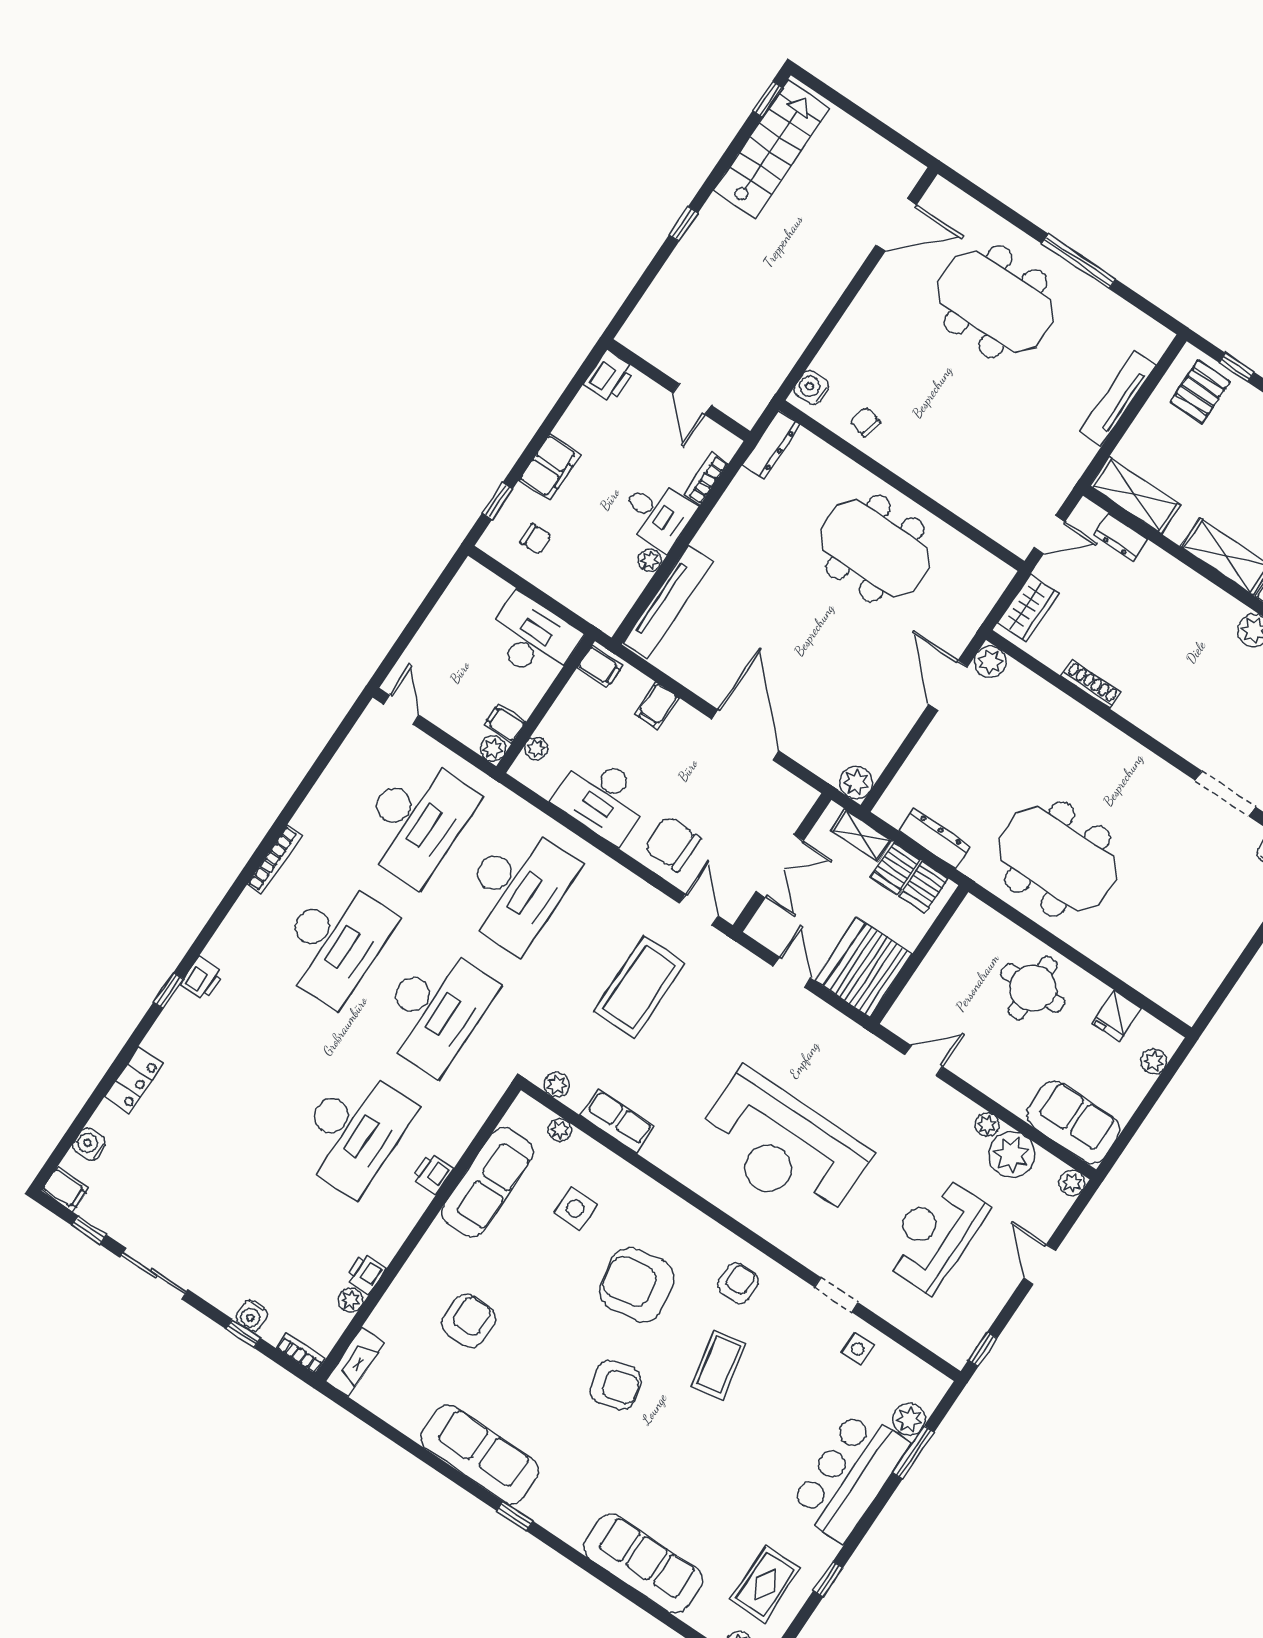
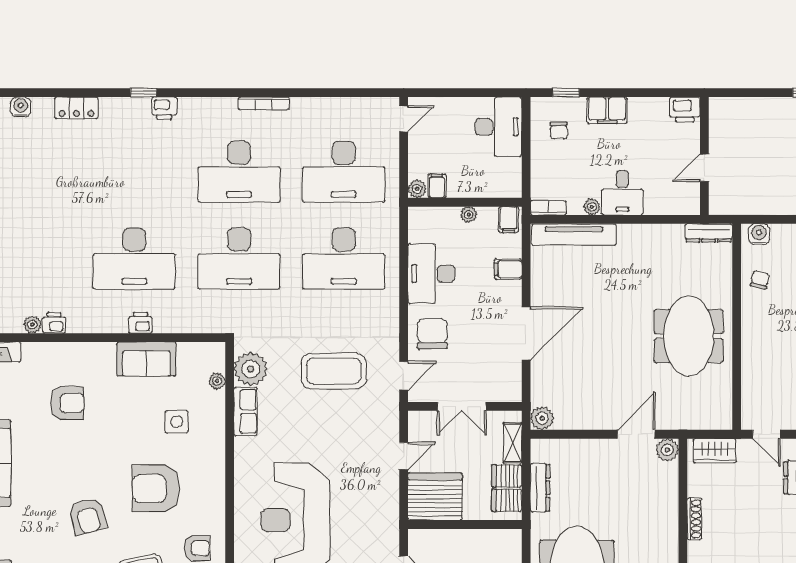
bookcase: (706, 479) -> (548, 208), moved
desk: (532, 638) -> (498, 127), moved
plant: (536, 748) -> (469, 215), moved
plant: (557, 1085) -> (251, 369), width x1.88, depth x1.88
sofa: (488, 1182) -> (146, 359), width x0.73
armchair: (637, 1285) -> (156, 489), turned -81

